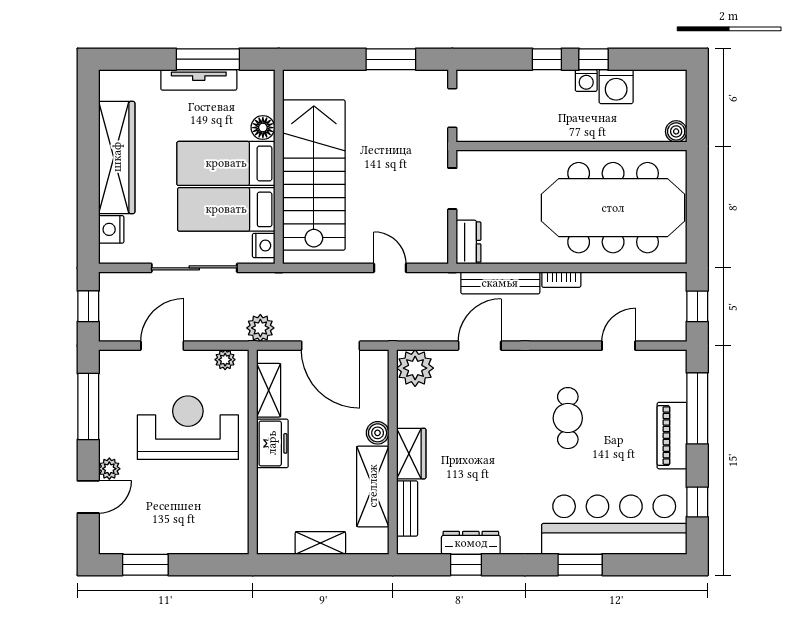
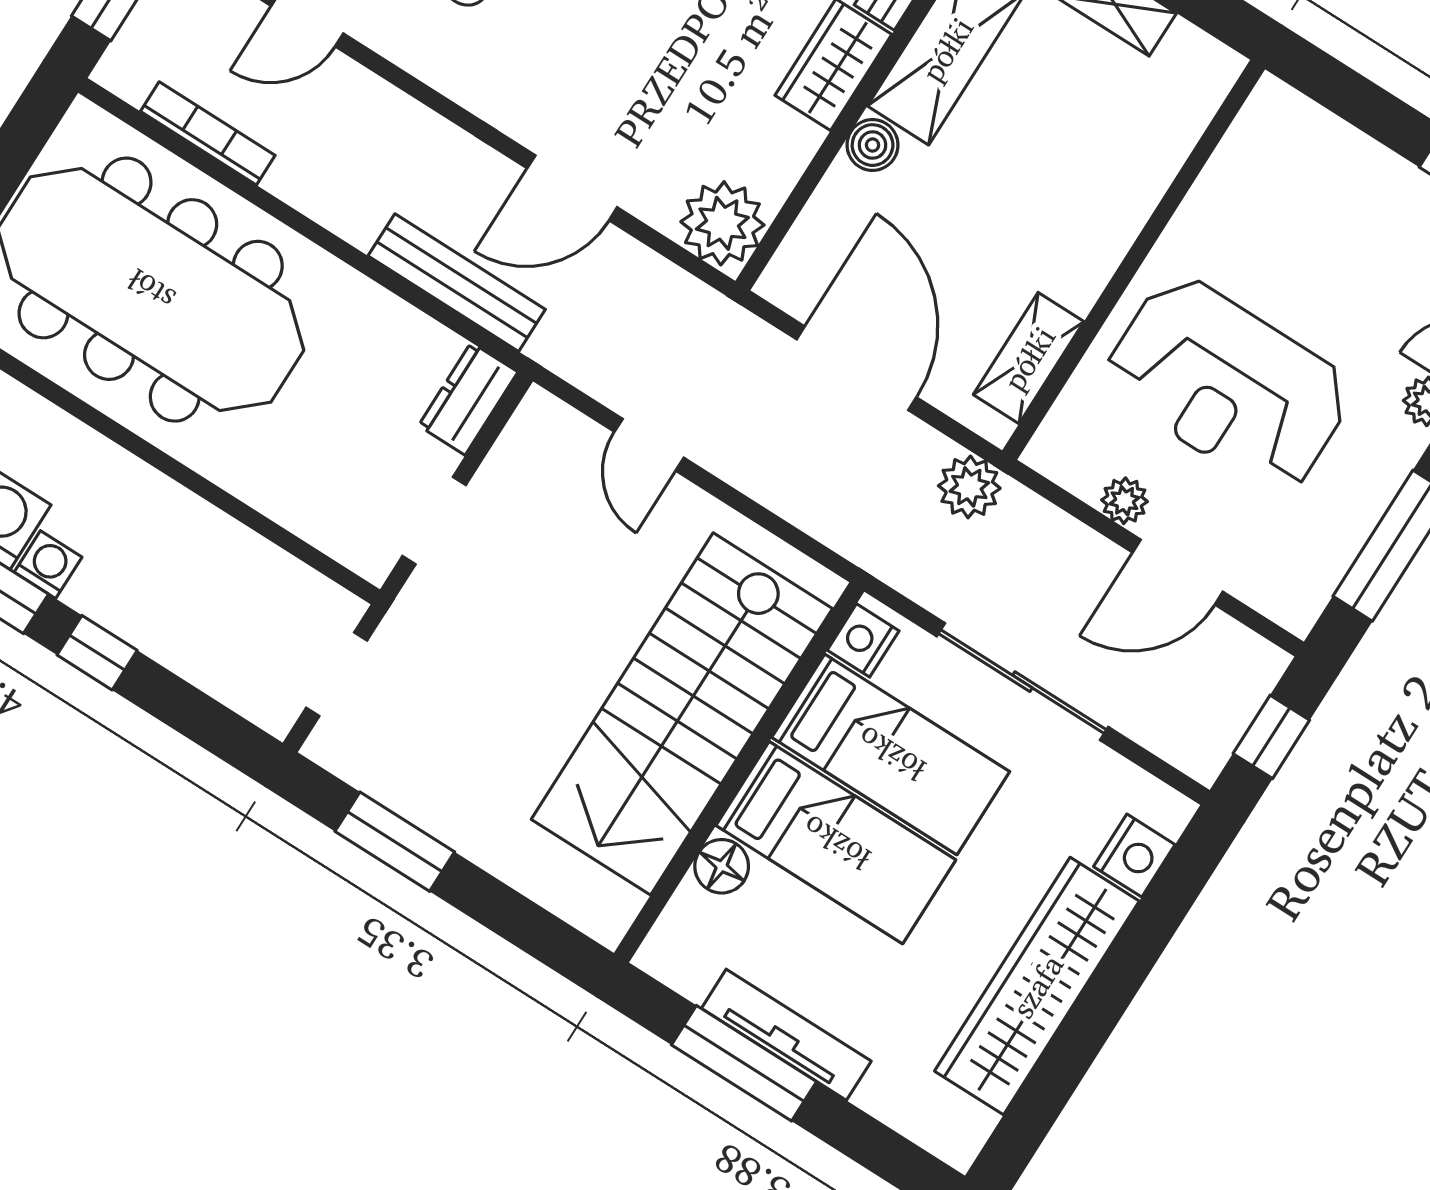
bookcase: (561, 280) -> (208, 133), moved, width x1.56
plant: (225, 360) -> (1125, 501), moved
freezer: (272, 443) -> (1086, 252), removed

